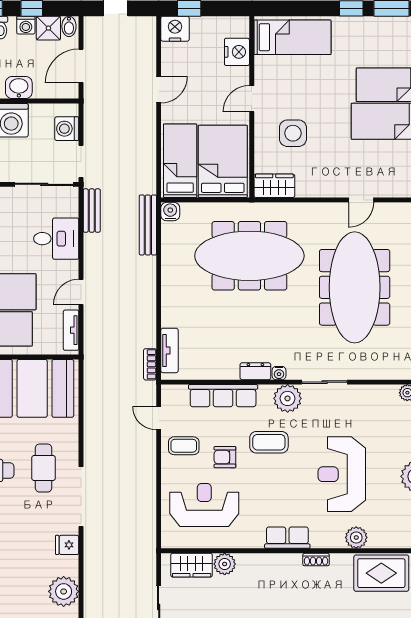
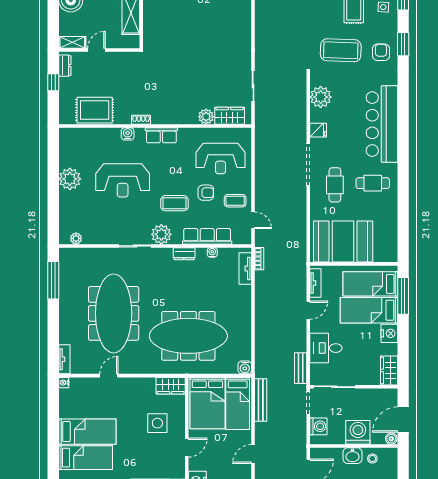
bench: (148, 225) -> (261, 400), moved
water cooler: (279, 373) -> (212, 252), moved
reception desk: (342, 474) -> (123, 180), turned 90
plant: (356, 538) -> (112, 135), removed
water cooler: (335, 540) -> (128, 134), added

